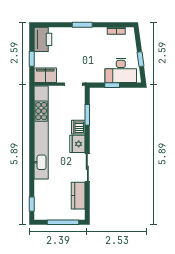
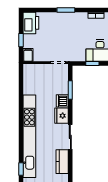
filing cabinet: (45, 75) -> (28, 55), width x0.50
kitchen unit: (41, 132) -> (29, 136), moved

